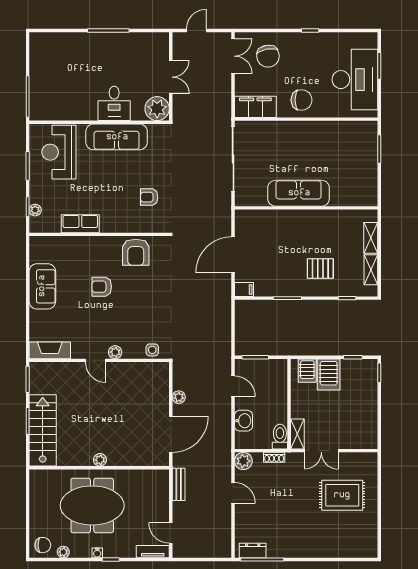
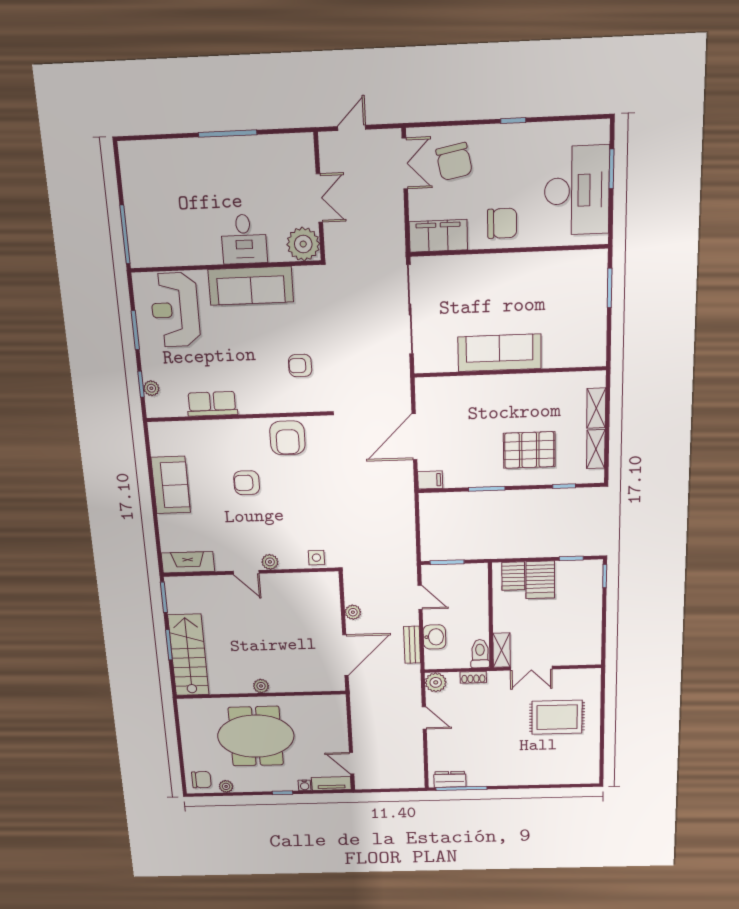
pallet: (320, 268) -> (529, 450), width x1.50, depth x1.42
bench: (179, 484) -> (412, 645), moved
water cooler: (97, 553) -> (305, 785), moved

